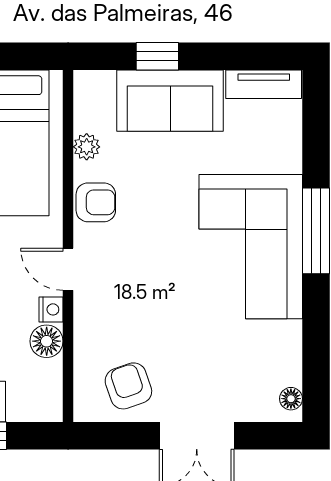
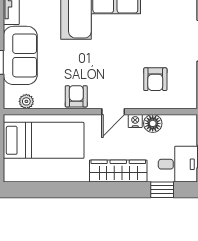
plant: (87, 147) -> (26, 101), moved
armchair: (128, 386) -> (155, 79), moved, turned -71

